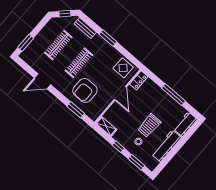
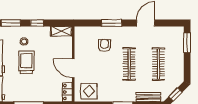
armchair: (85, 90) -> (104, 46), width x0.53, depth x0.53
window: (76, 110) -> (112, 23), moved

